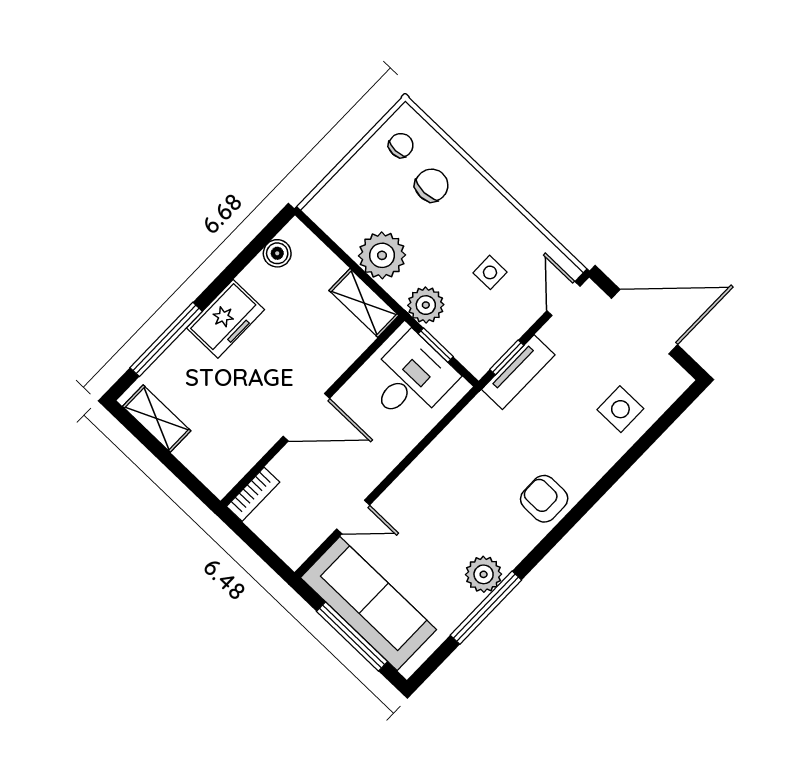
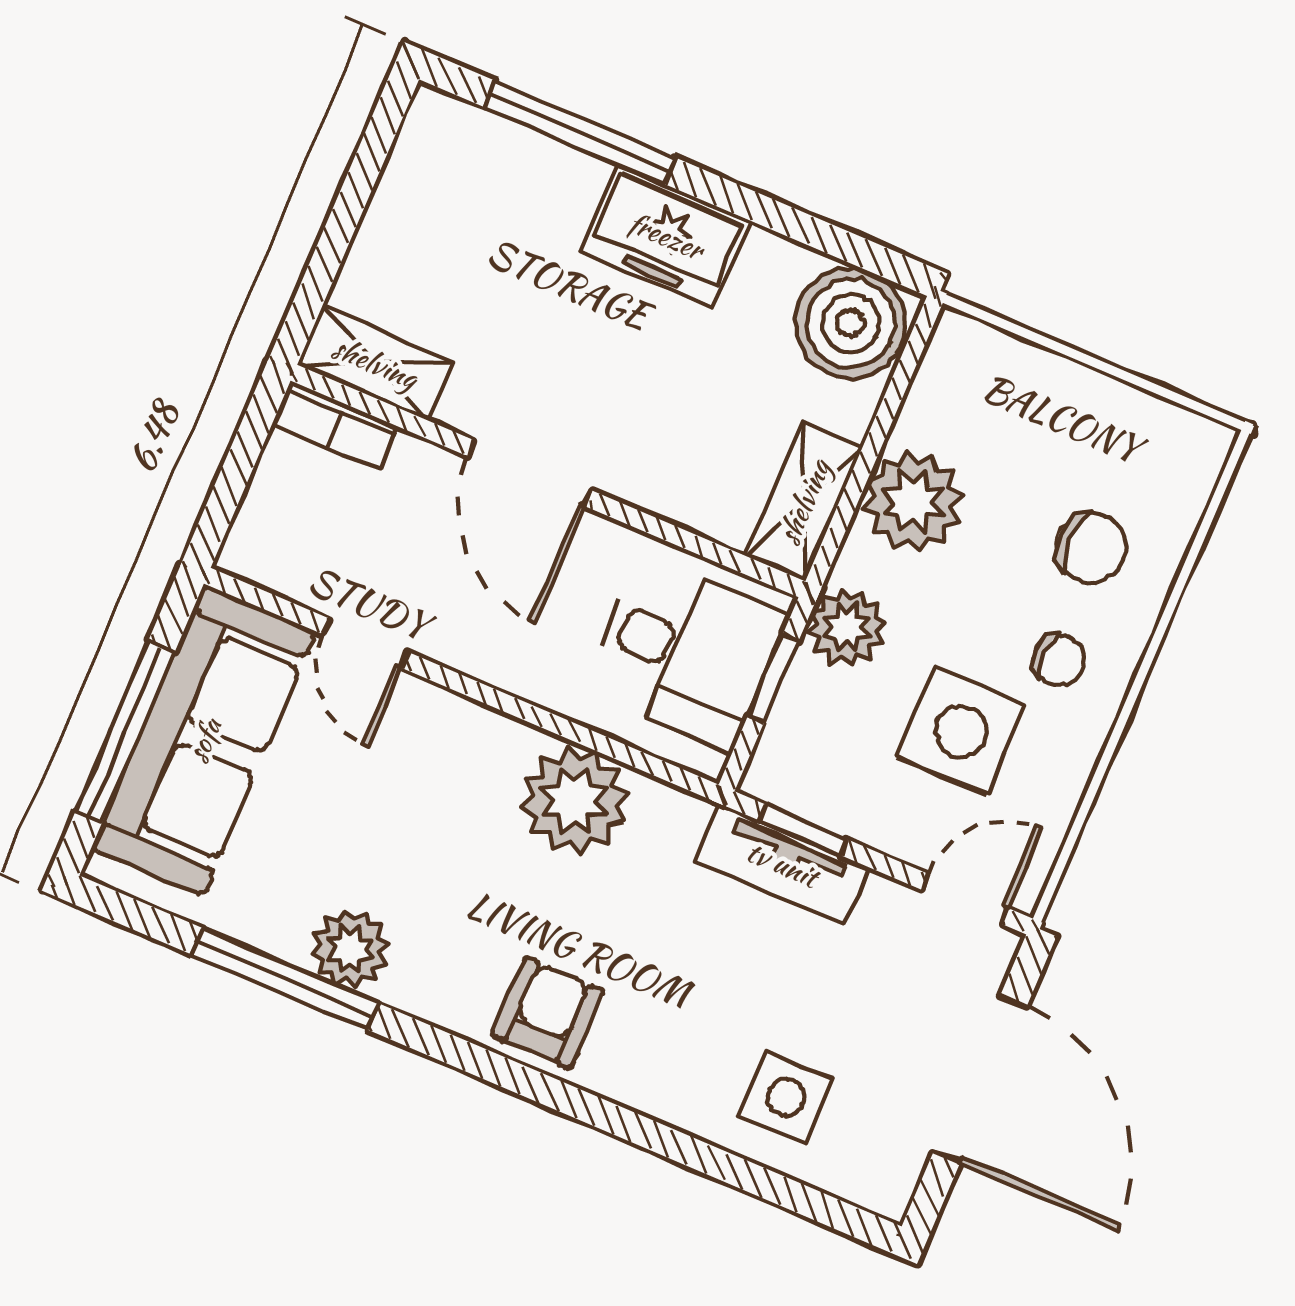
chair: (401, 145) -> (1059, 660), moved
boiler: (277, 253) -> (851, 323), width x1.86, depth x1.86
side table: (490, 272) -> (961, 731), width x1.87, depth x1.87
shelving: (157, 419) -> (375, 363), moved, turned 90
plant: (456, 452) -> (575, 801), added

